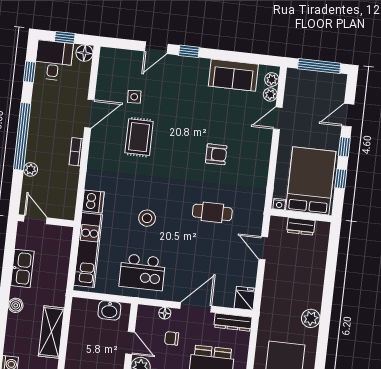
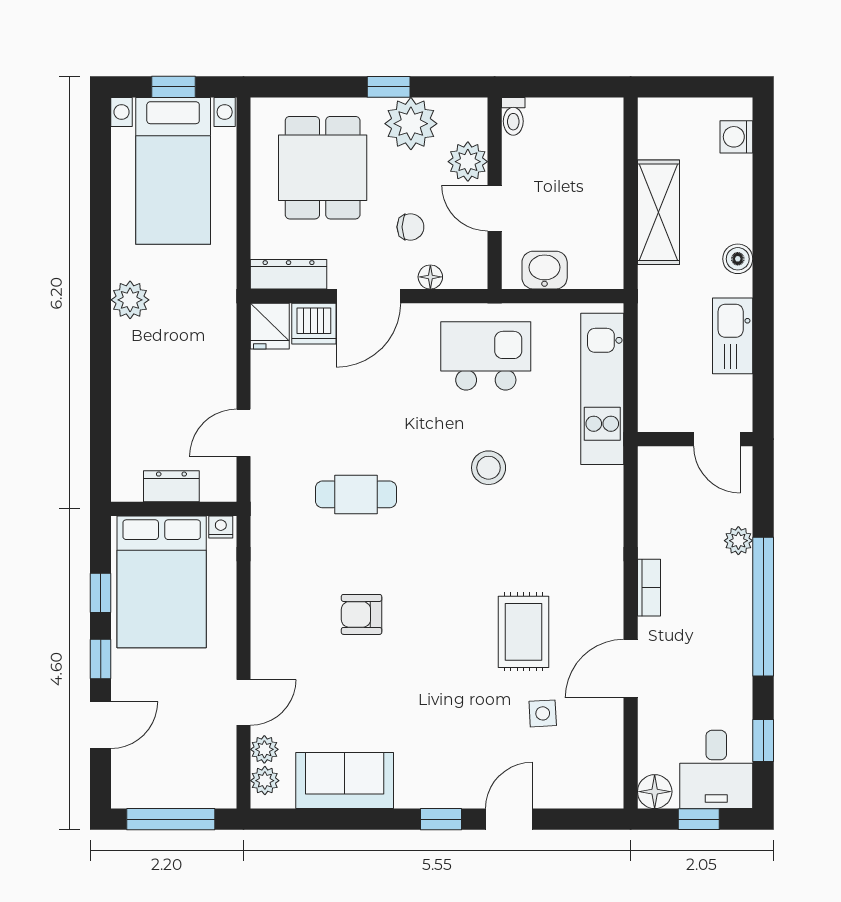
dishwasher: (93, 201) -> (314, 324), moved, turned -90
door: (263, 248) -> (244, 433), swing flipped

